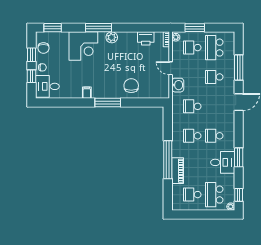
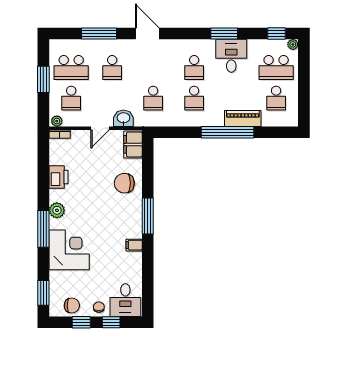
window: (195, 28) -> (43, 79), moved
printer: (146, 38) -> (58, 177), moved
filing cabinet: (159, 92) -> (133, 144), added

